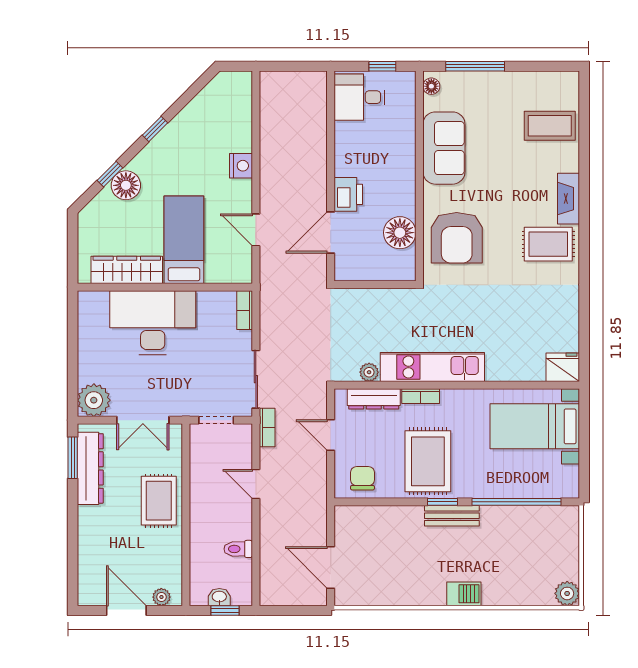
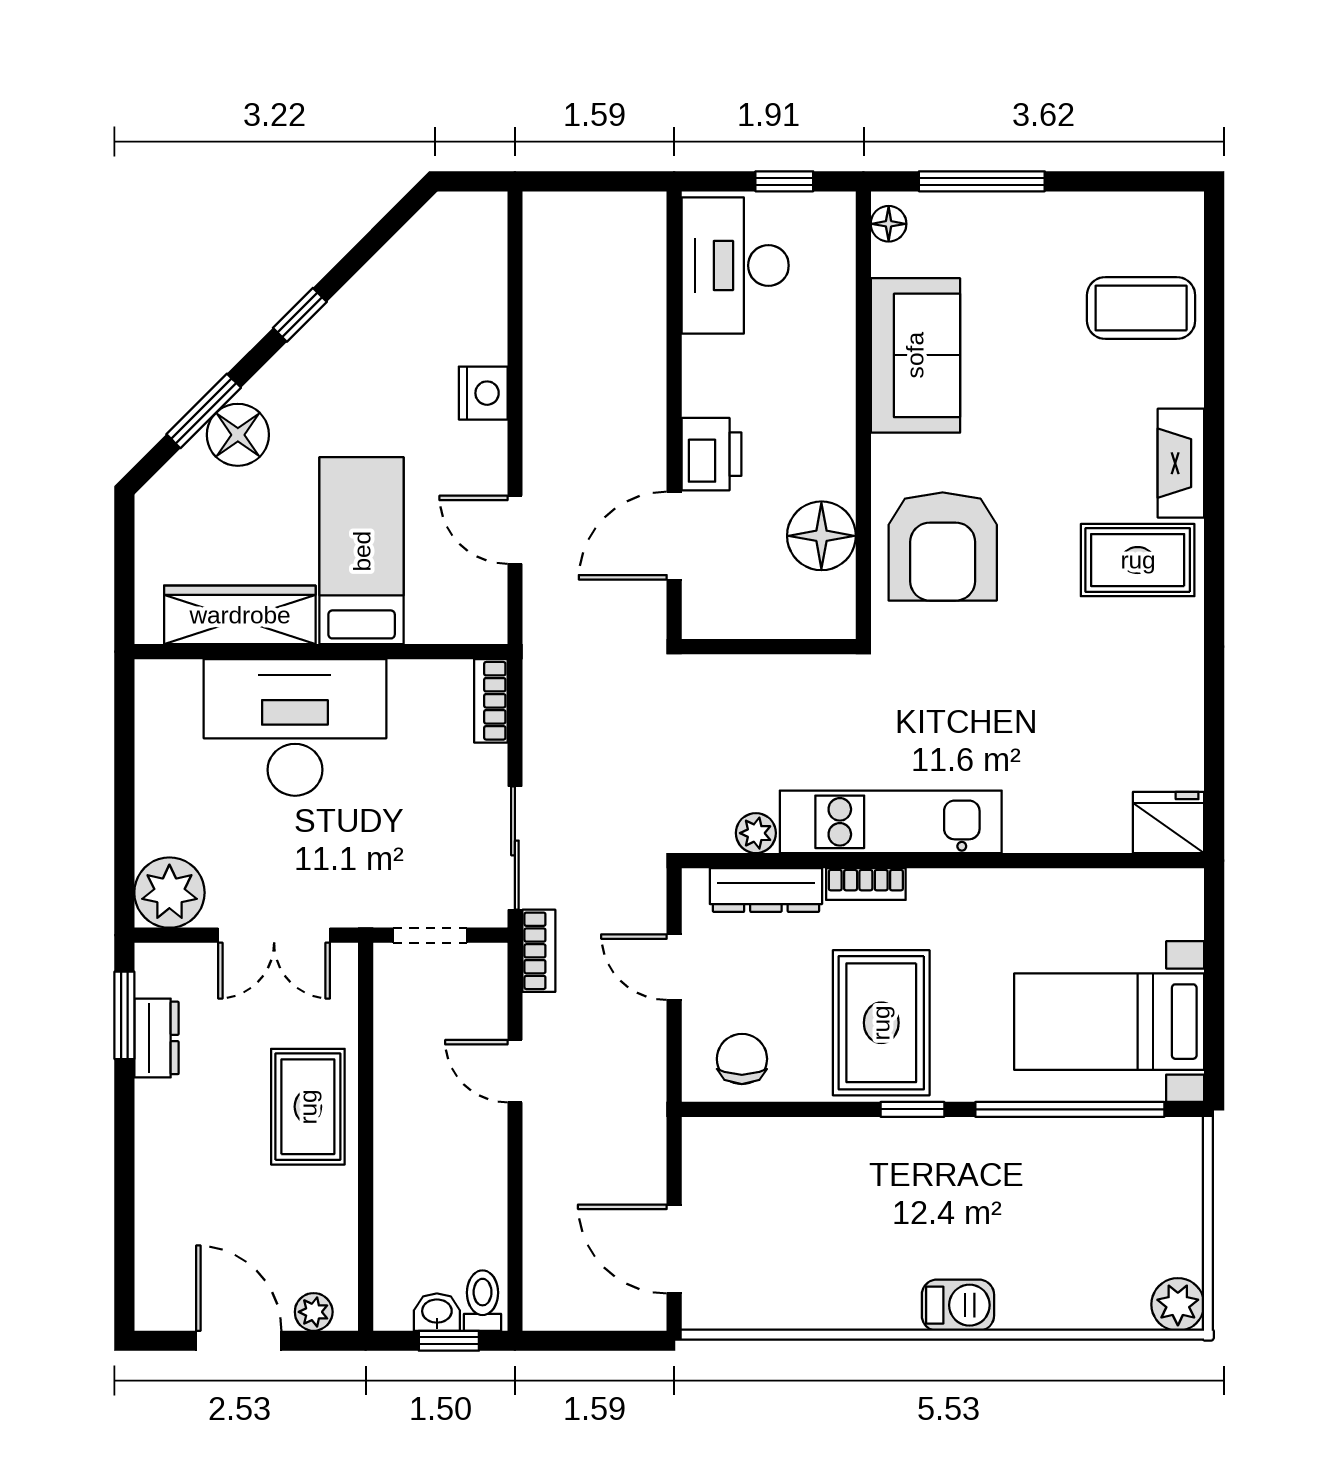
desk: (359, 97) -> (735, 265), width x1.37
window: (110, 174) -> (204, 411), width x1.50
bed with nightstands: (535, 426) -> (1109, 1022), moved
dresser: (90, 468) -> (156, 1038), width x0.51, depth x0.80
bench: (452, 516) -> (932, 1139), removed
toilet: (238, 549) -> (483, 1301), moved, turned 90

